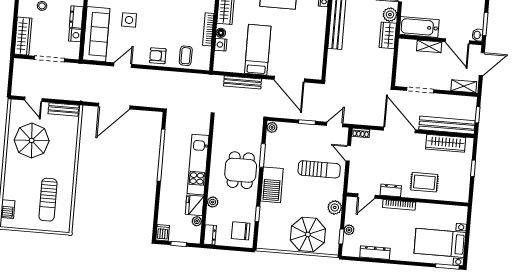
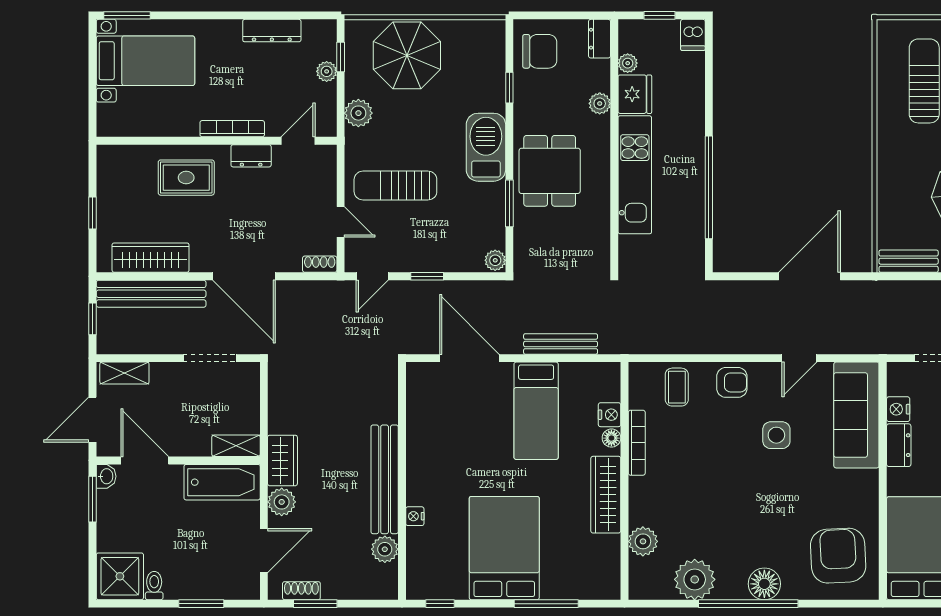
side table: (129, 20) -> (776, 435), moved
shelving: (429, 46) -> (236, 446), moved

